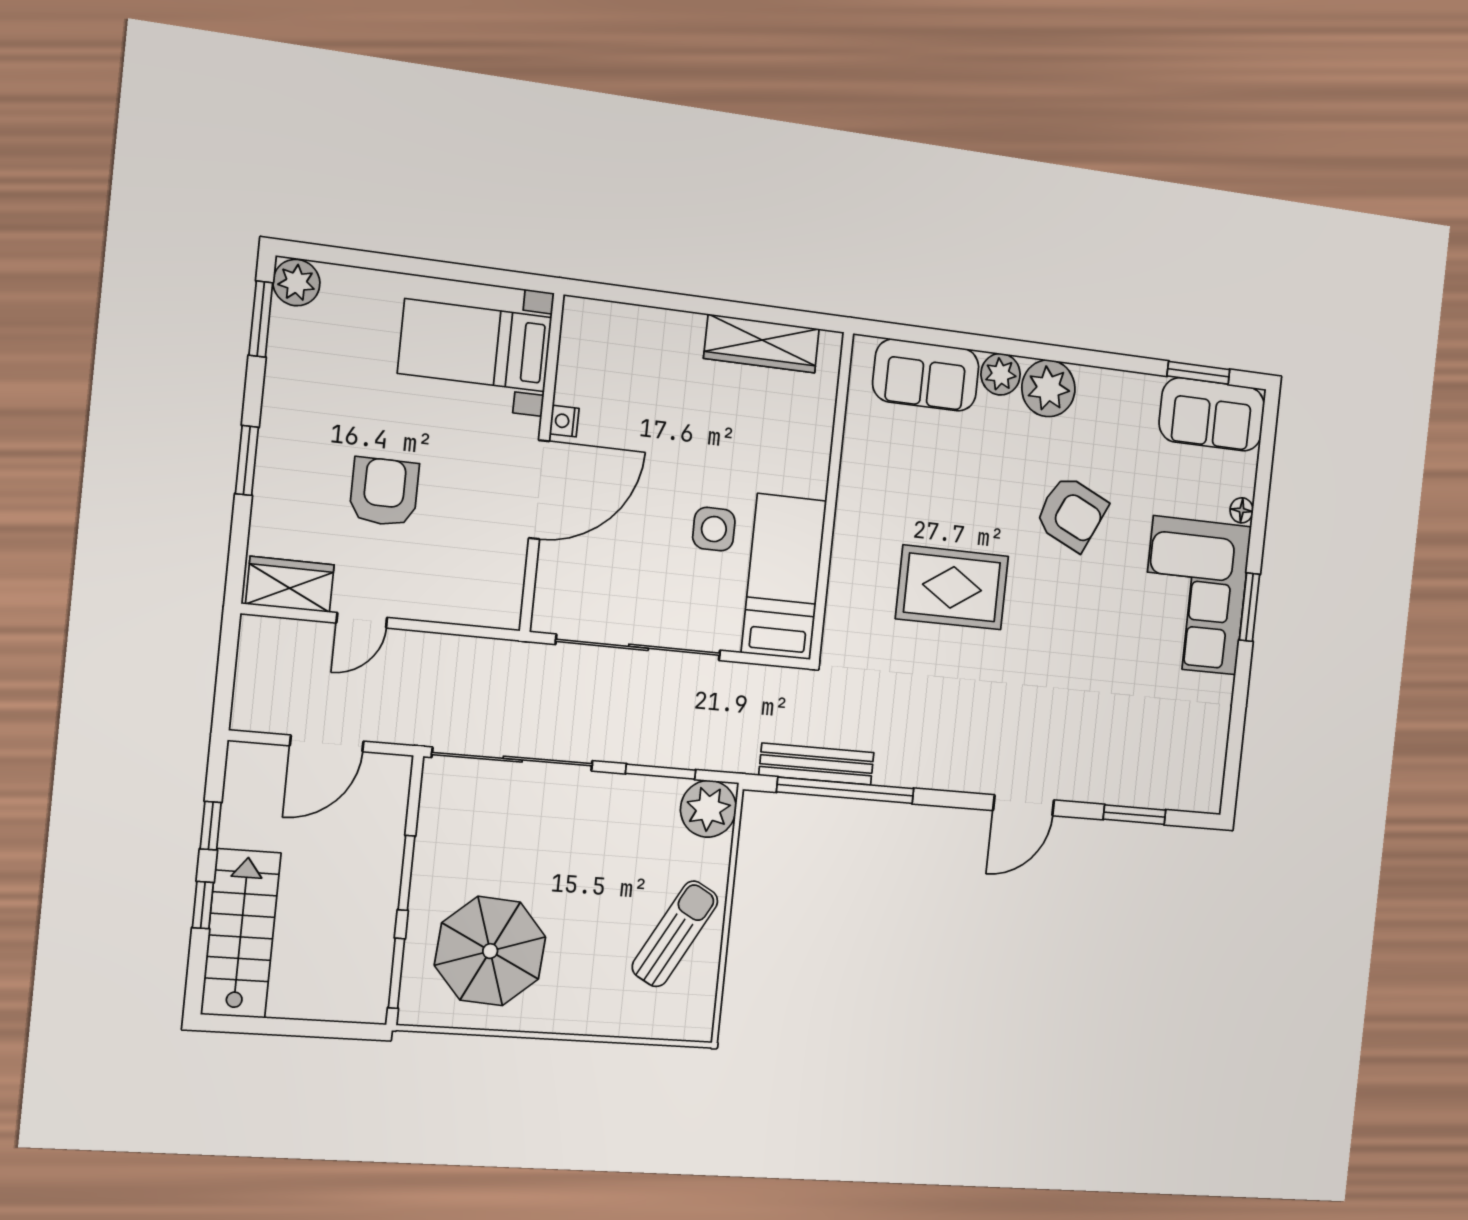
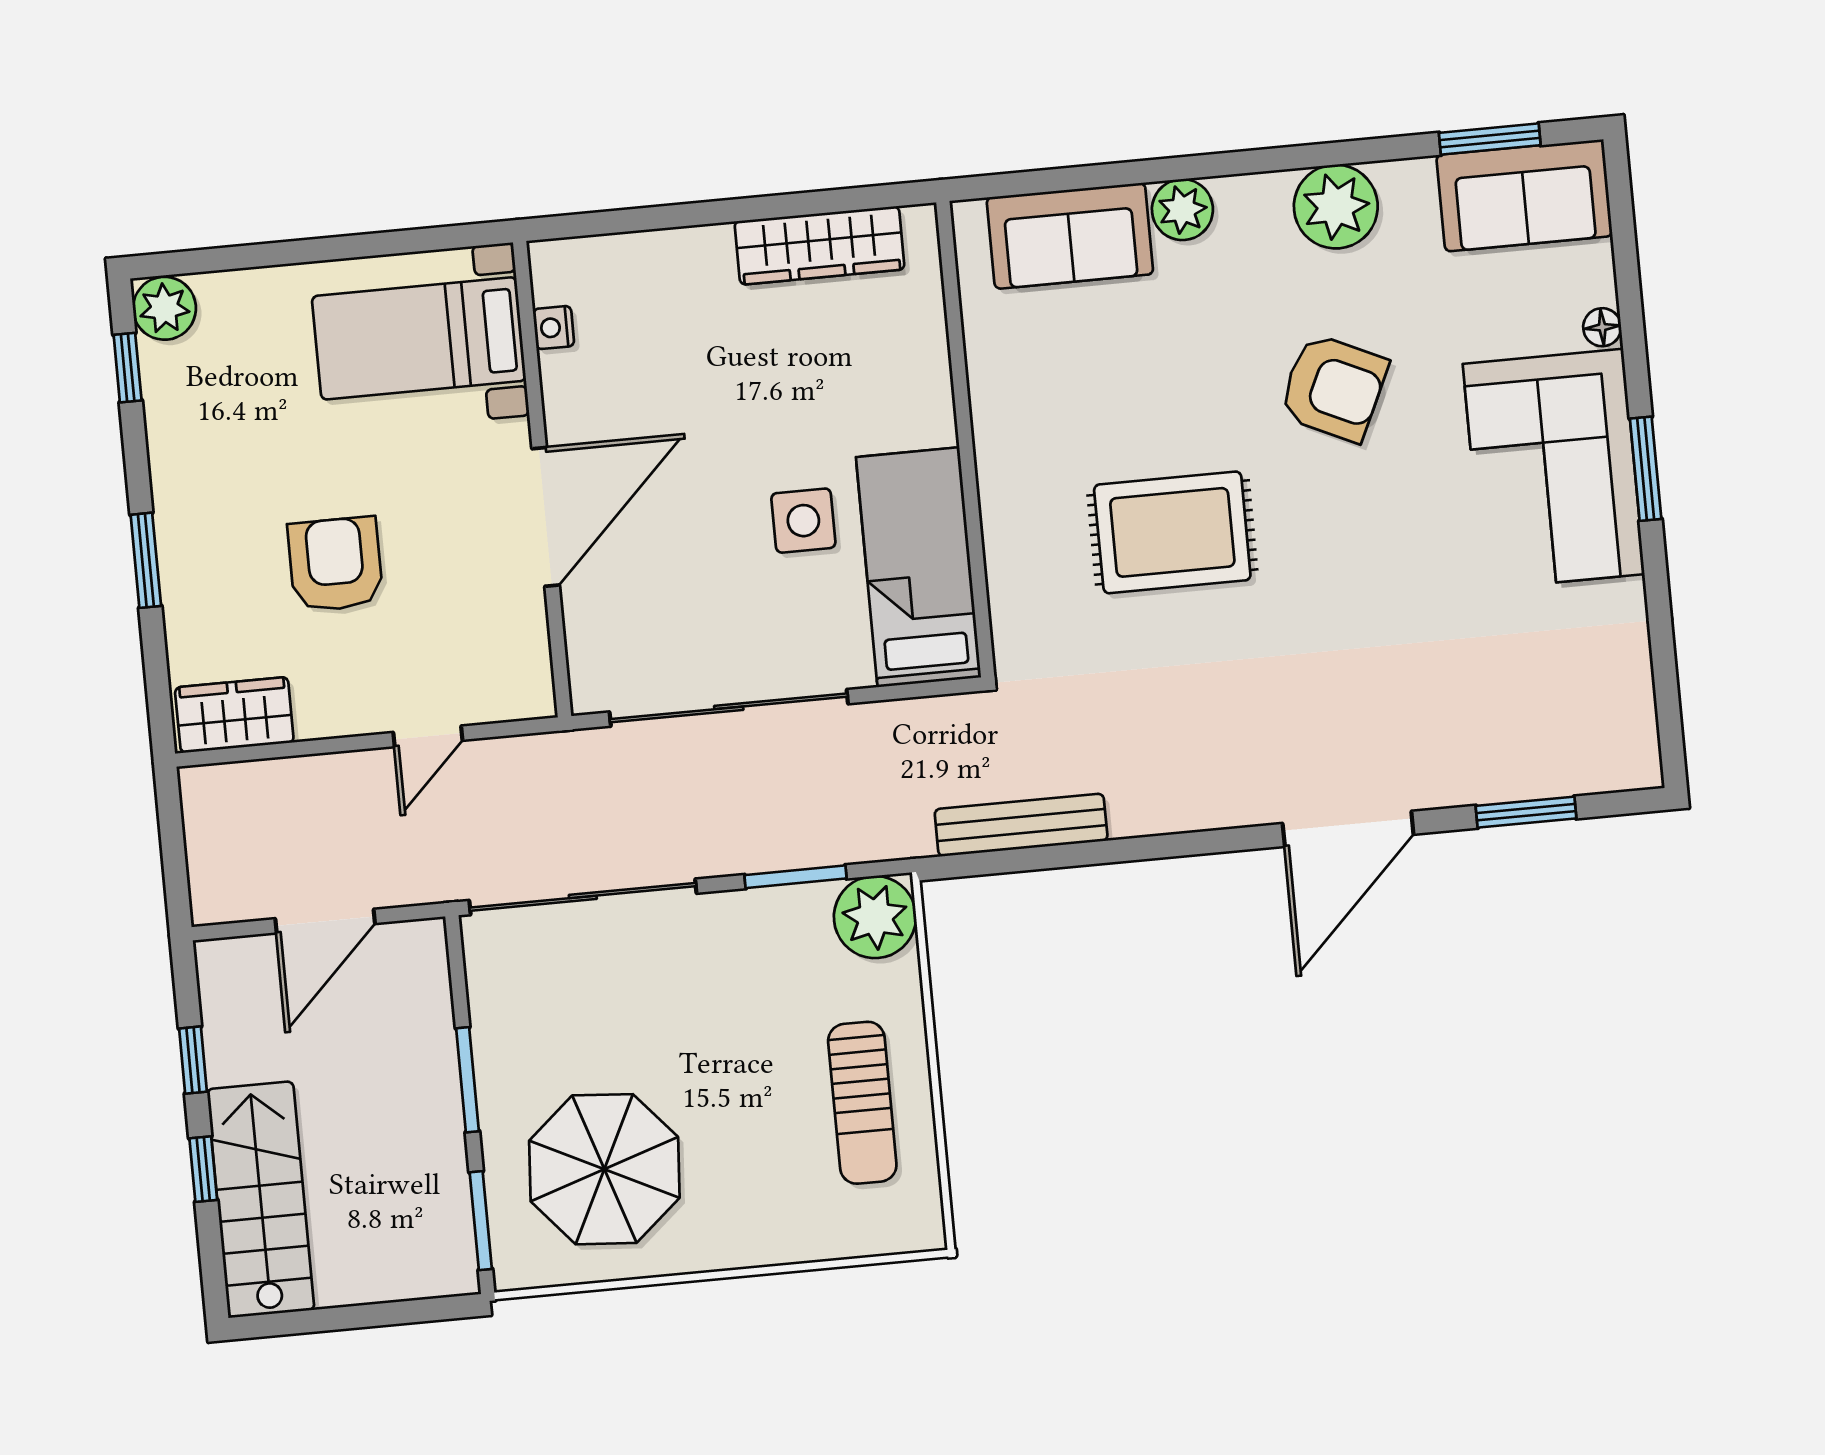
window: (261, 319) -> (128, 368), width x0.67
plant: (1048, 388) -> (1336, 207), moved
nightstand: (564, 421) -> (554, 328), moved
door: (362, 620) -> (428, 736), moved
window: (845, 790) -> (1072, 855), removed
door: (1024, 805) -> (1348, 829), width x1.36
sun lounger: (675, 934) -> (862, 1103), turned 151

